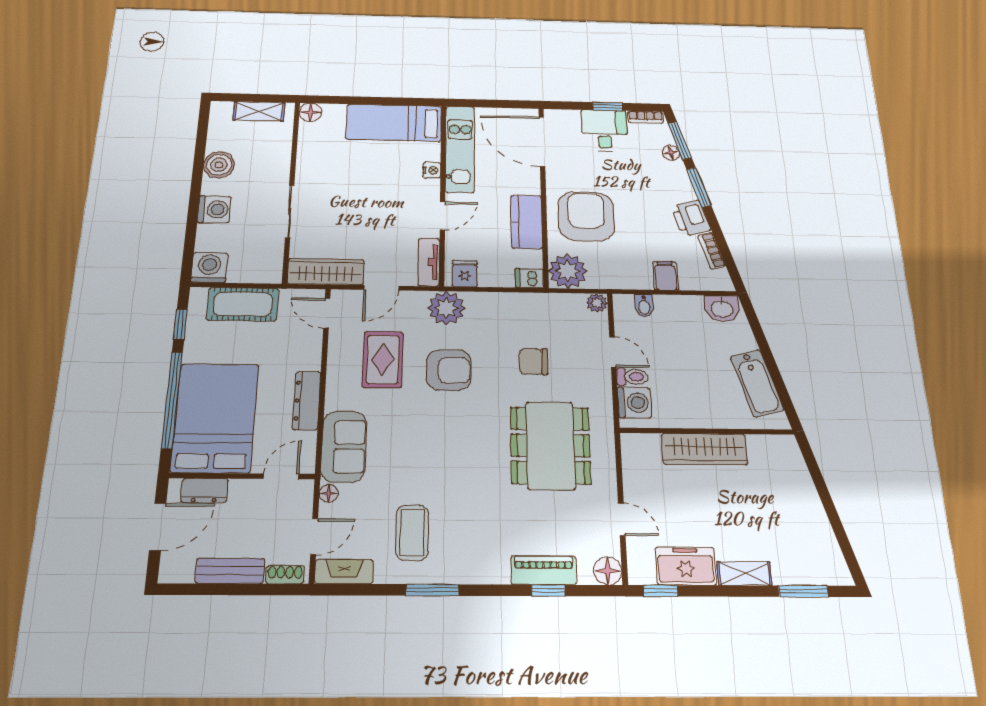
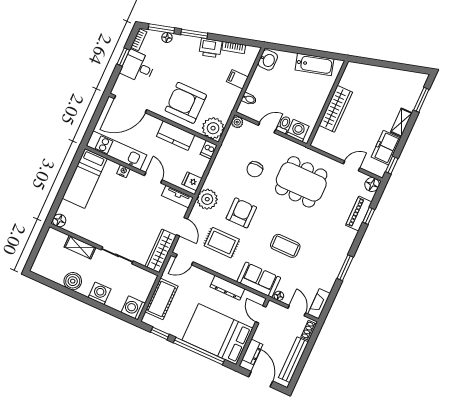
shelving: (259, 111) -> (80, 247), moved, turned 90
coffee table: (412, 533) -> (285, 246), moved
bench: (230, 571) -> (293, 360), width x1.36

